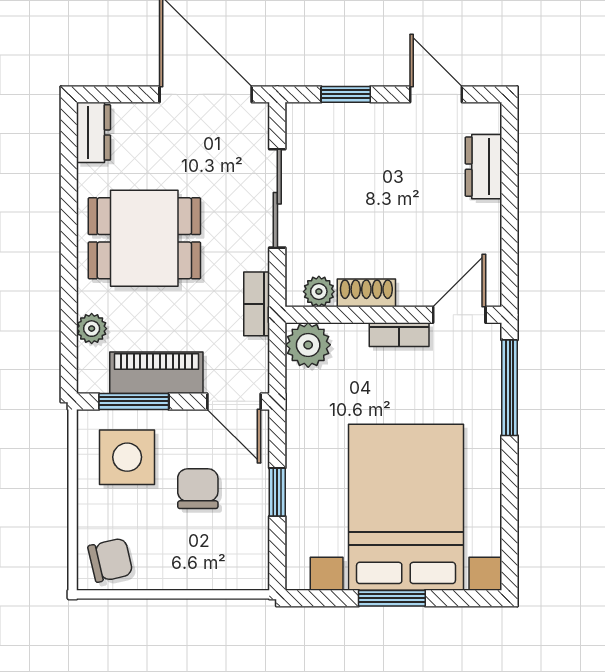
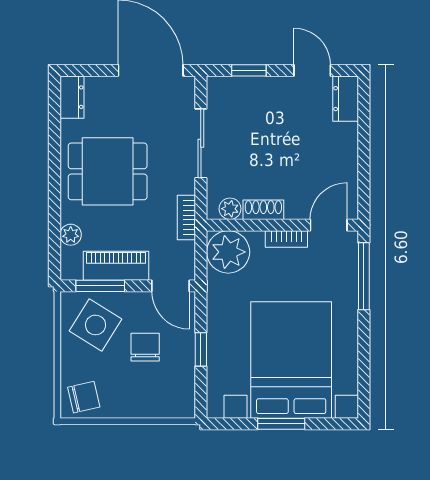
dresser: (483, 167) -> (346, 99), moved
plant: (308, 345) -> (228, 252), width x1.36, depth x1.36
side table: (127, 457) -> (96, 325), turned 32

